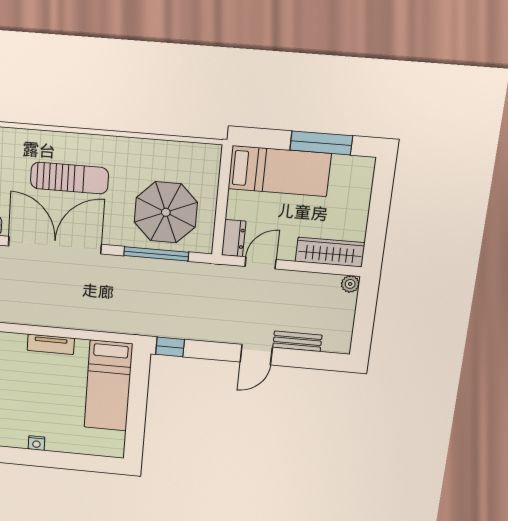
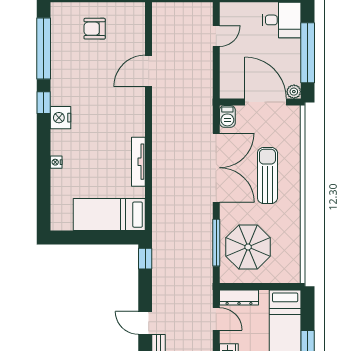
sun lounger: (69, 178) -> (267, 175), turned 180
dresser: (234, 238) -> (239, 298), width x1.44
tv unit: (51, 344) -> (138, 162), width x1.41

